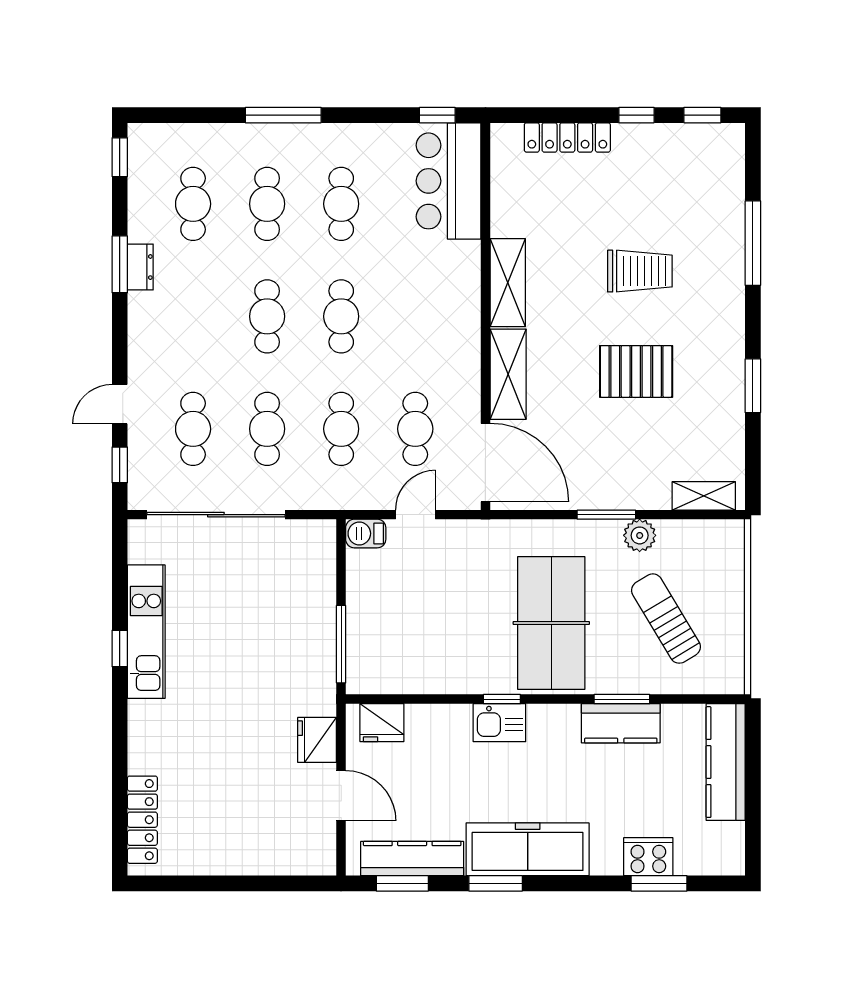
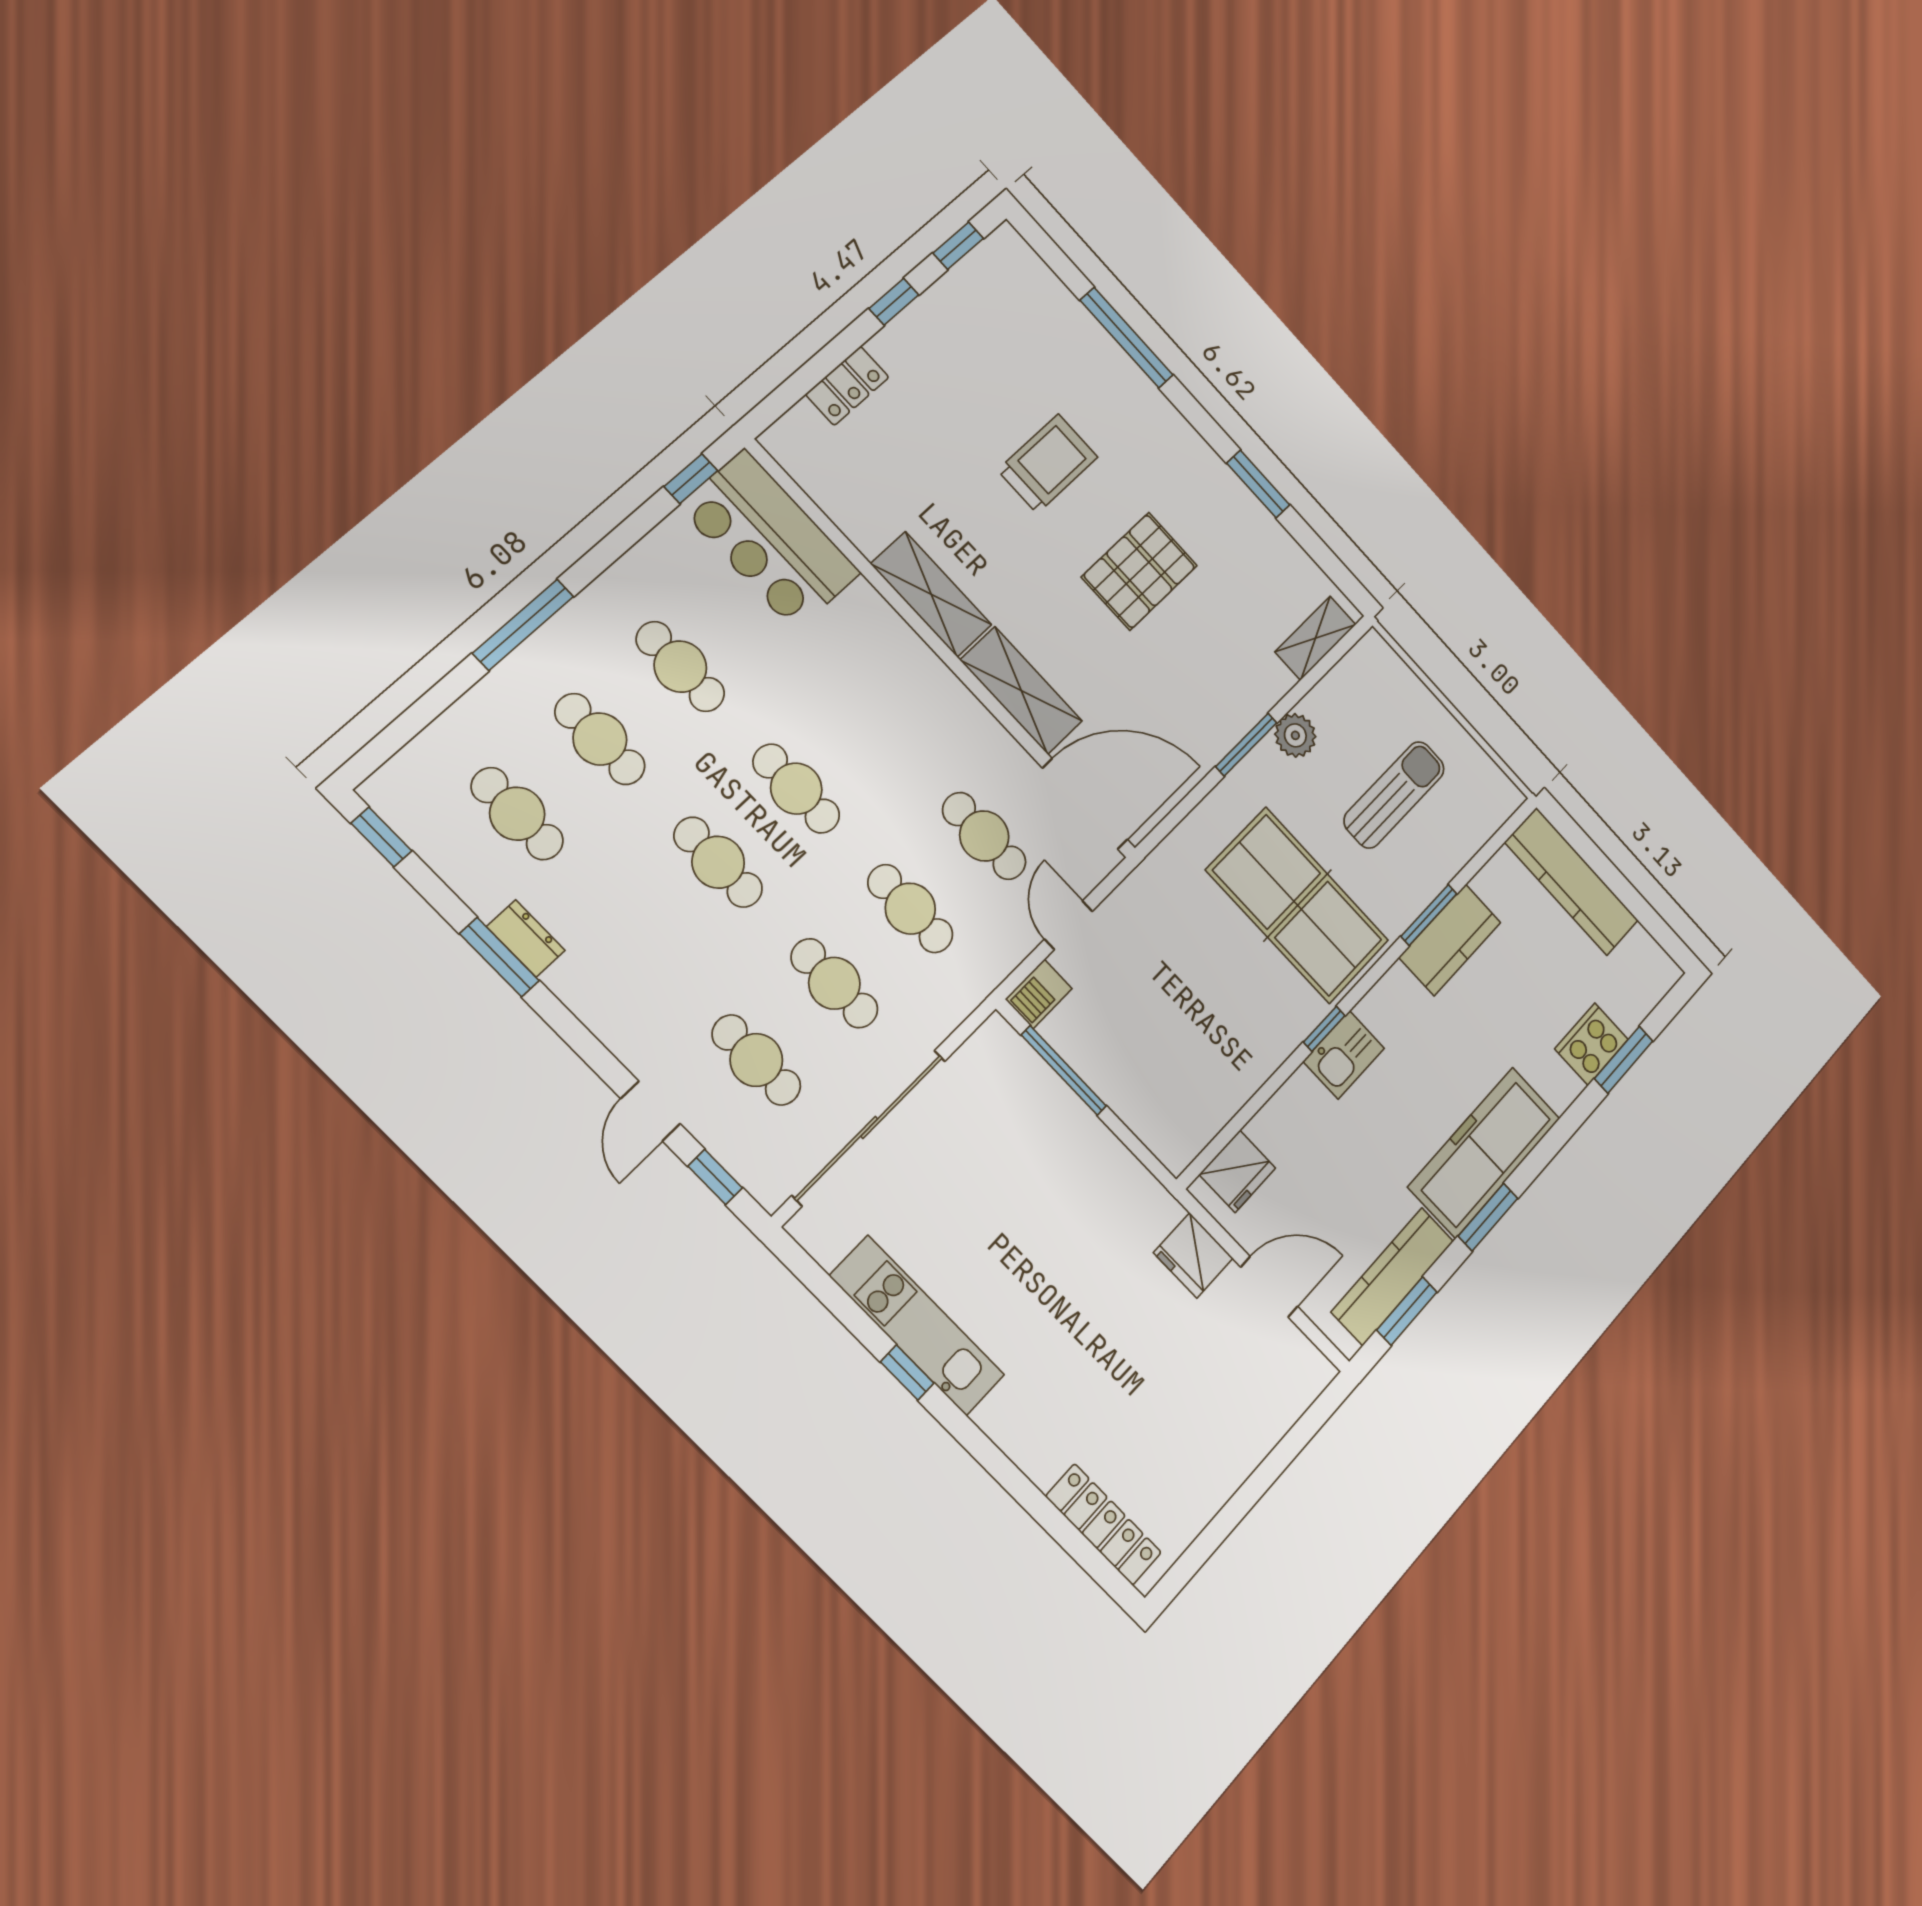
locker: (567, 137) -> (847, 386), width x0.66
sun lounger: (666, 619) -> (1394, 795), turned 121
window: (341, 644) -> (1064, 1070), moved

